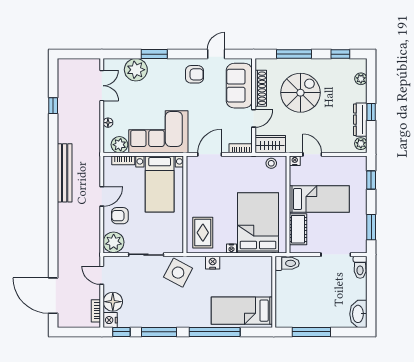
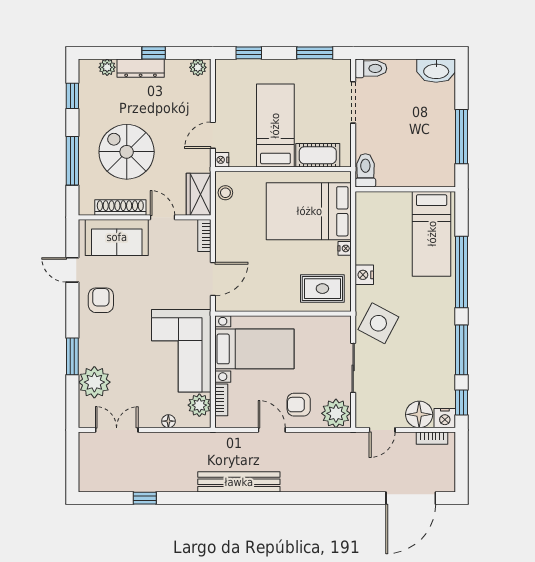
dresser: (360, 120) -> (141, 68), moved
door: (210, 154) -> (213, 279), swing flipped
armchair: (120, 216) -> (299, 405), turned 90

